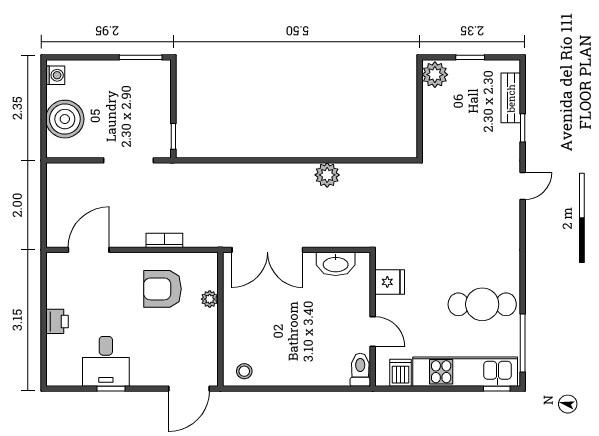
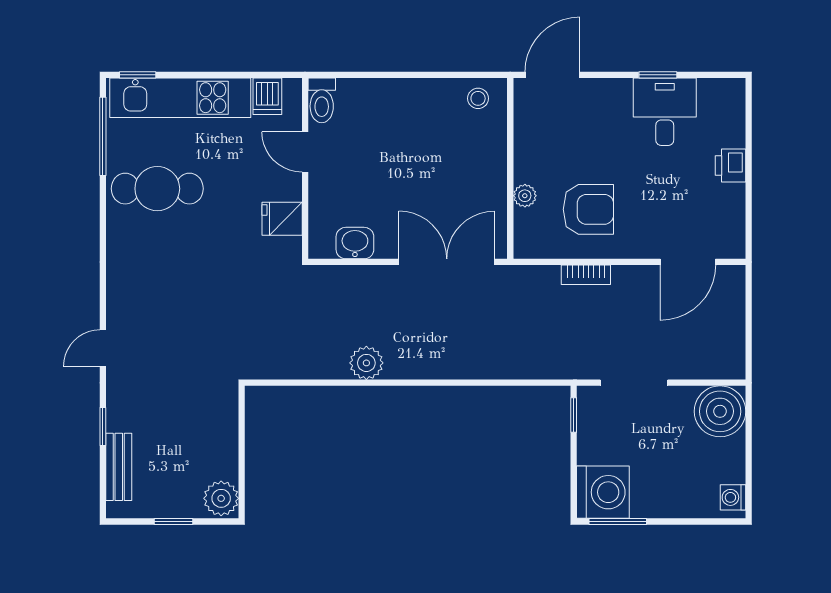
washing machine: (152, 79) -> (603, 492), added
boiler: (65, 119) -> (720, 411), moved
washbasin: (336, 264) -> (355, 243), width x0.72

